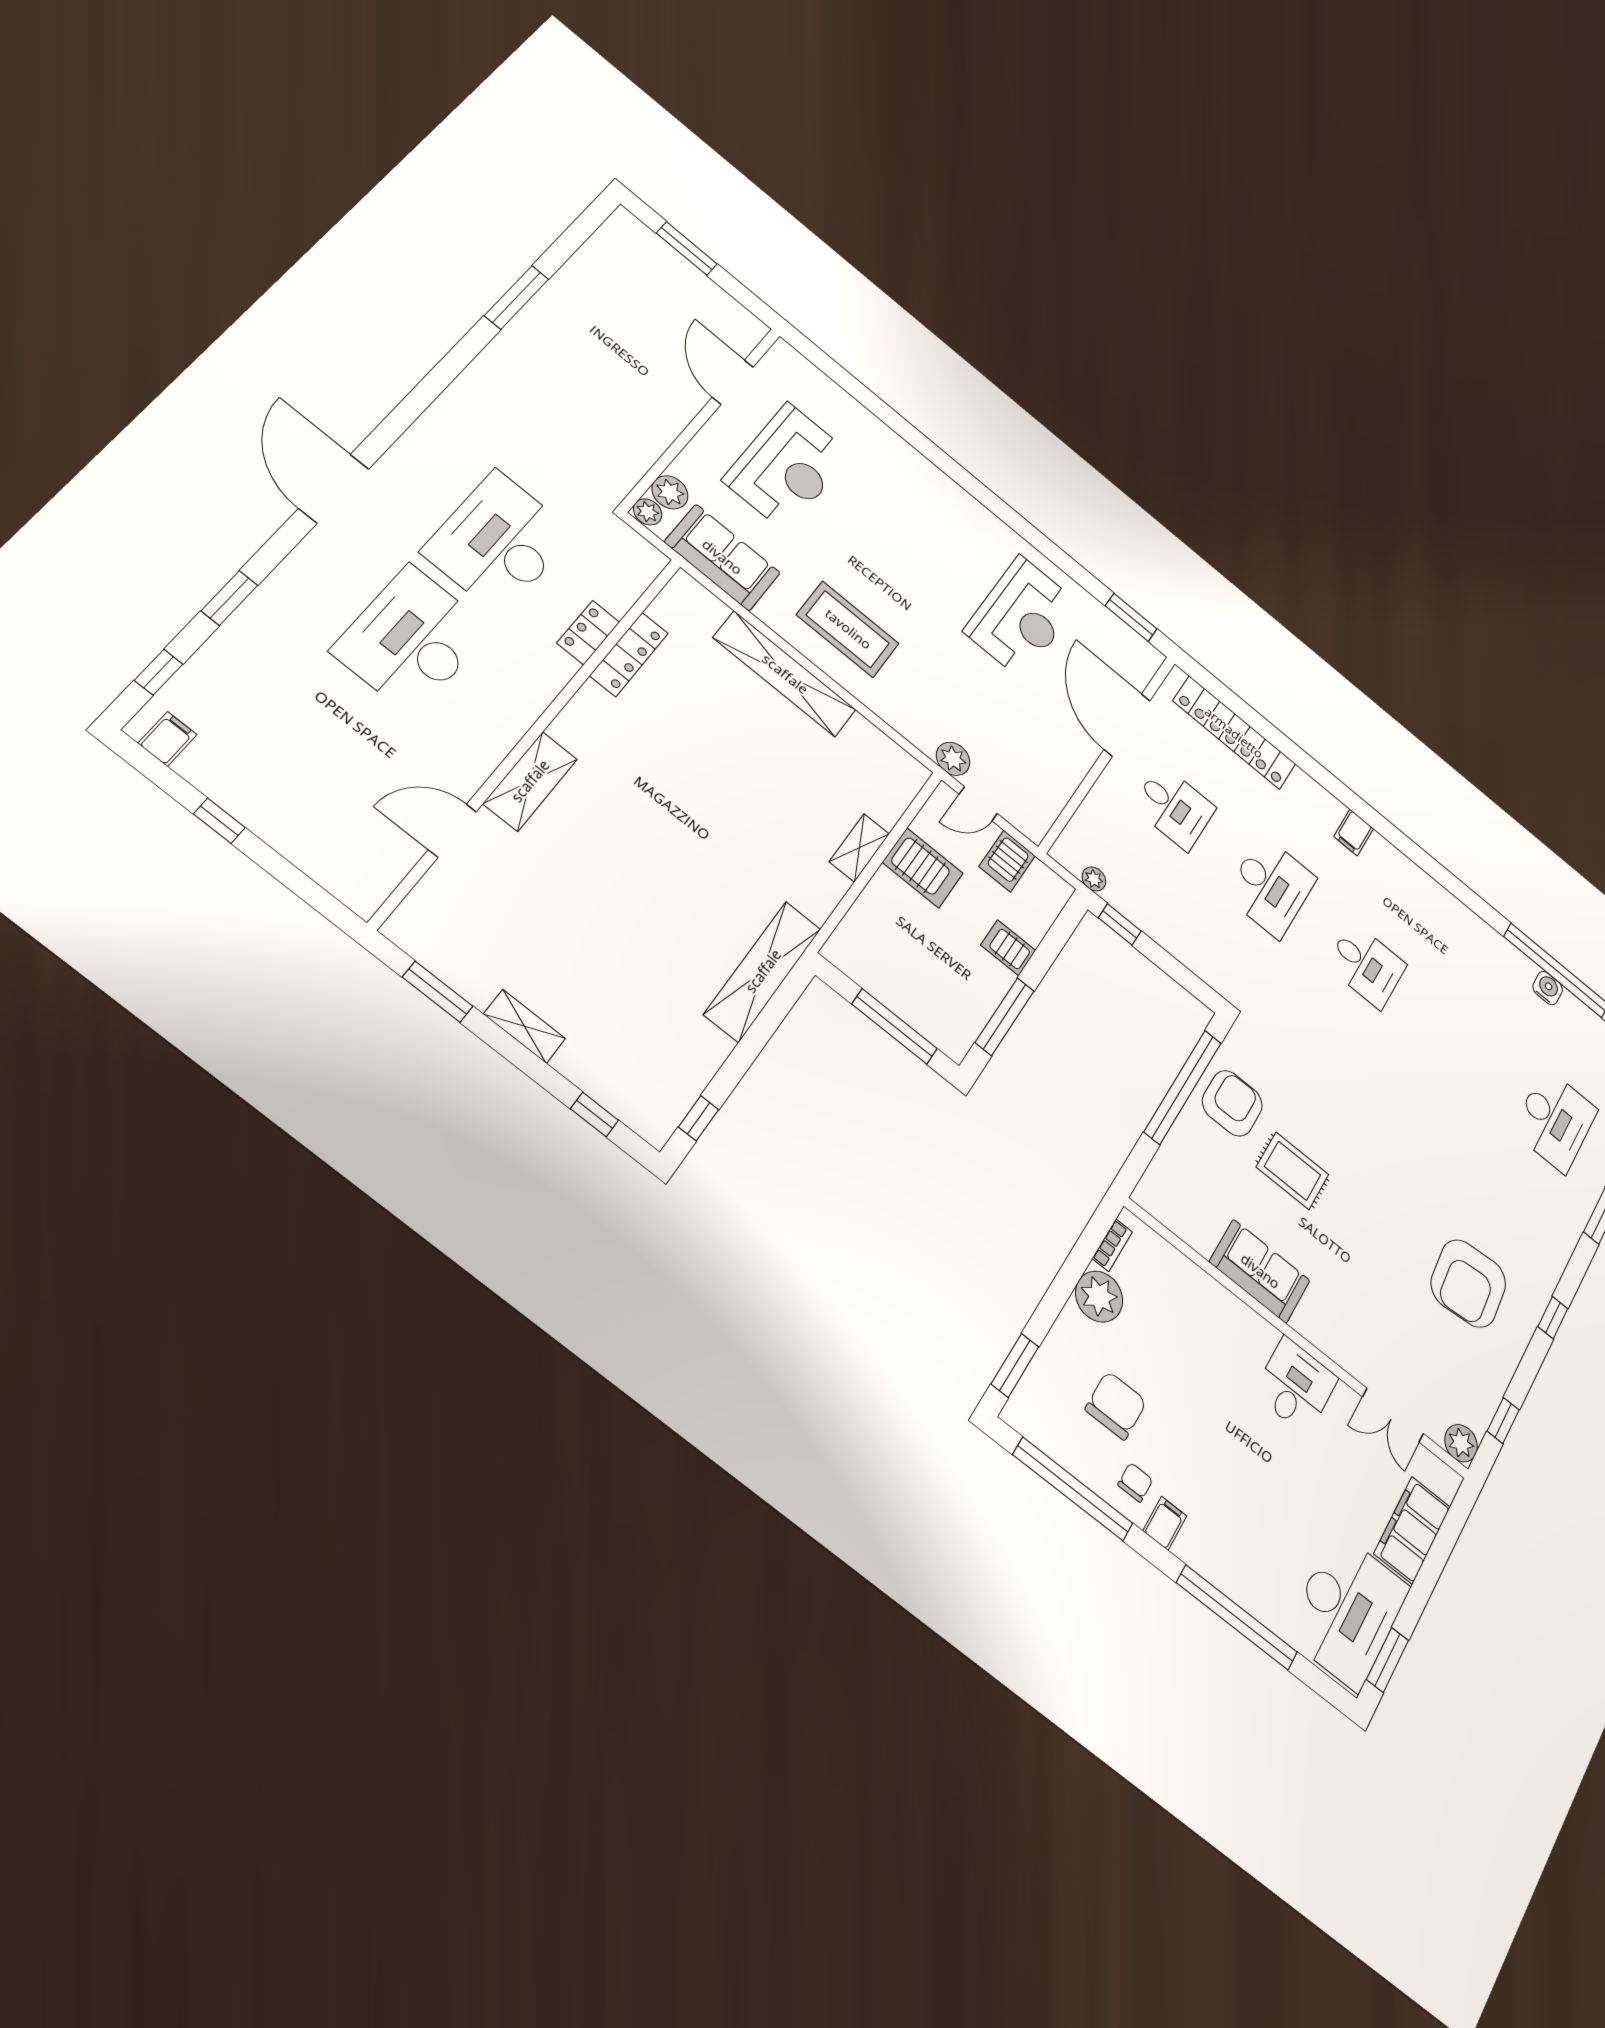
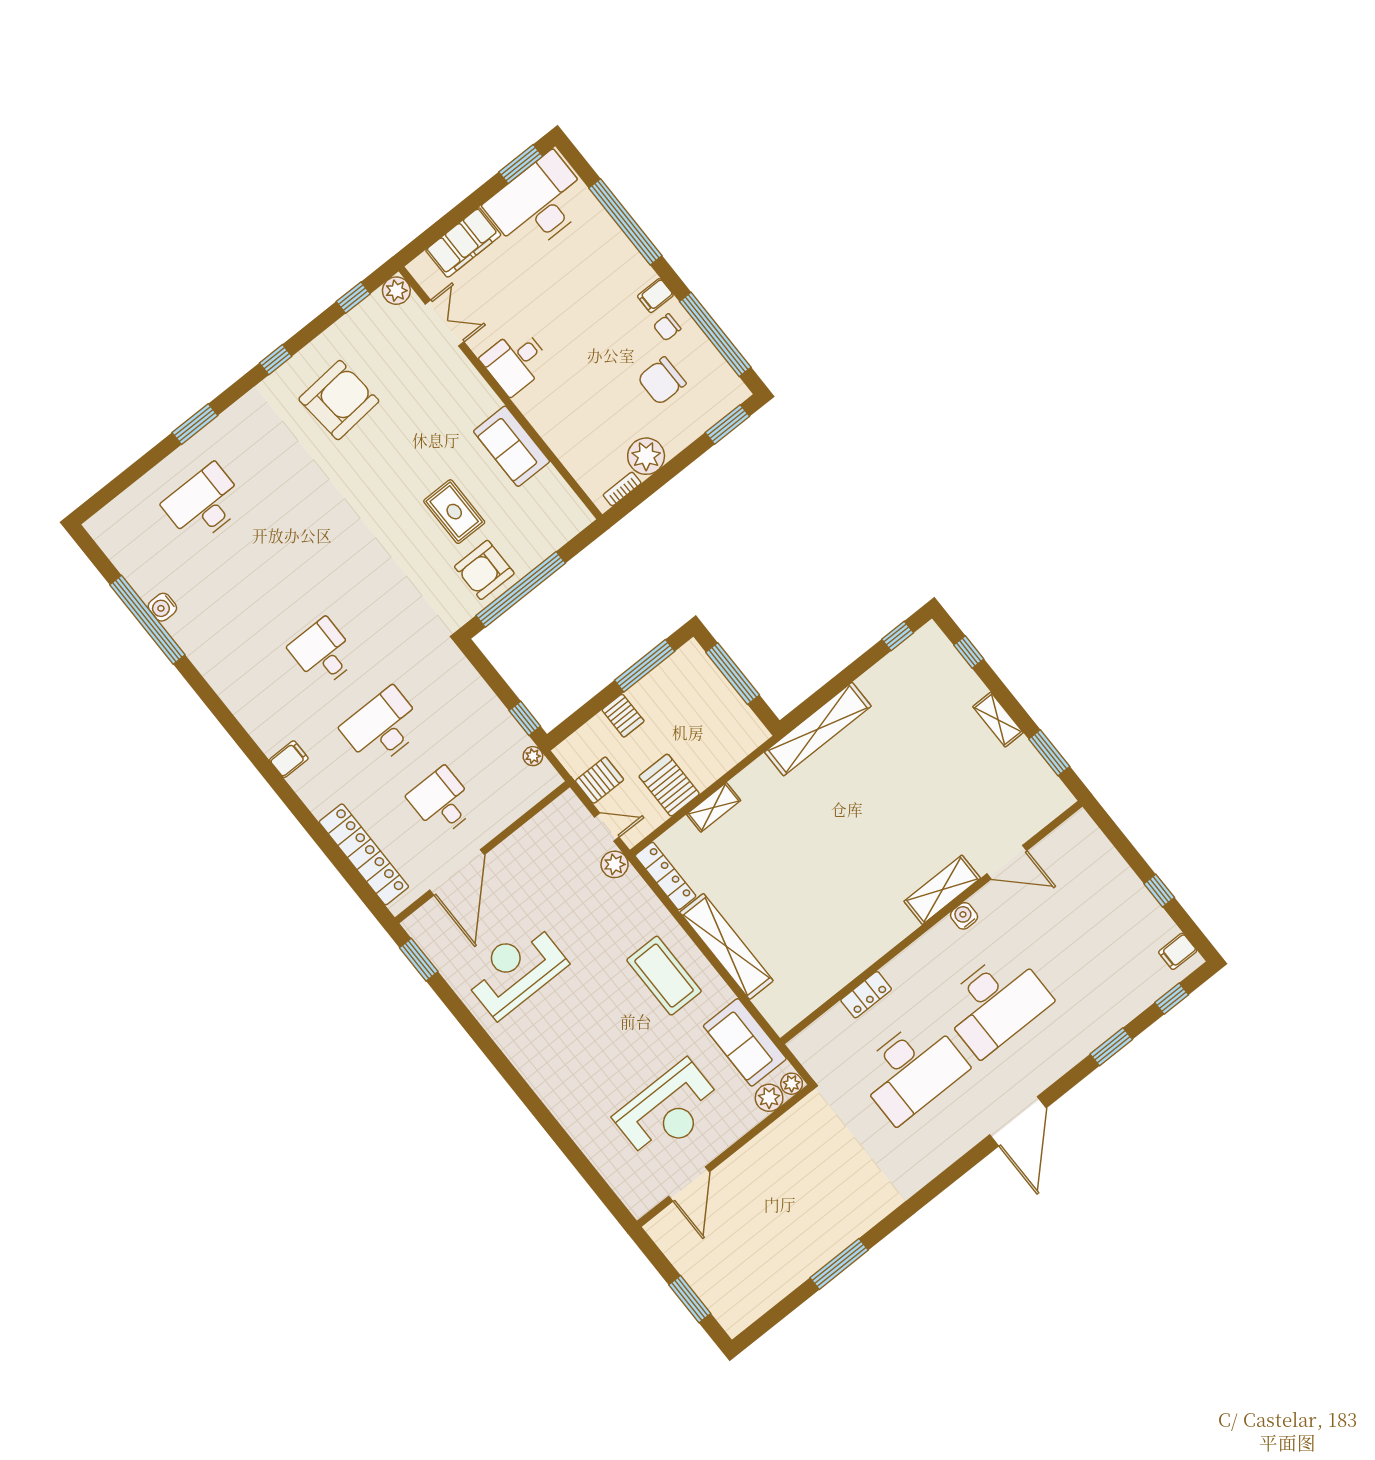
reception desk: (787, 467) -> (668, 1111), turned 180
locker: (629, 654) -> (666, 876), moved, turned 90
water cooler: (490, 750) -> (964, 916), added

